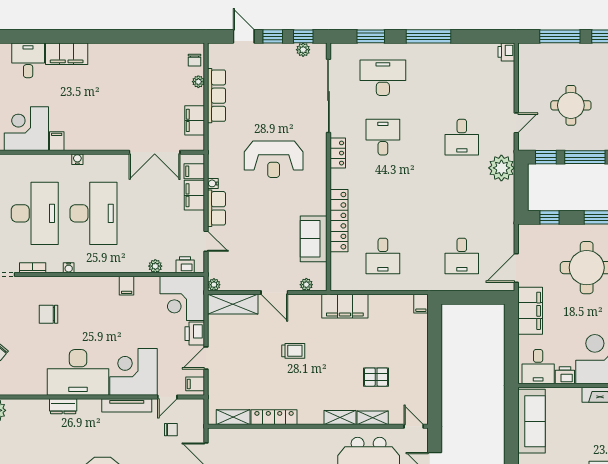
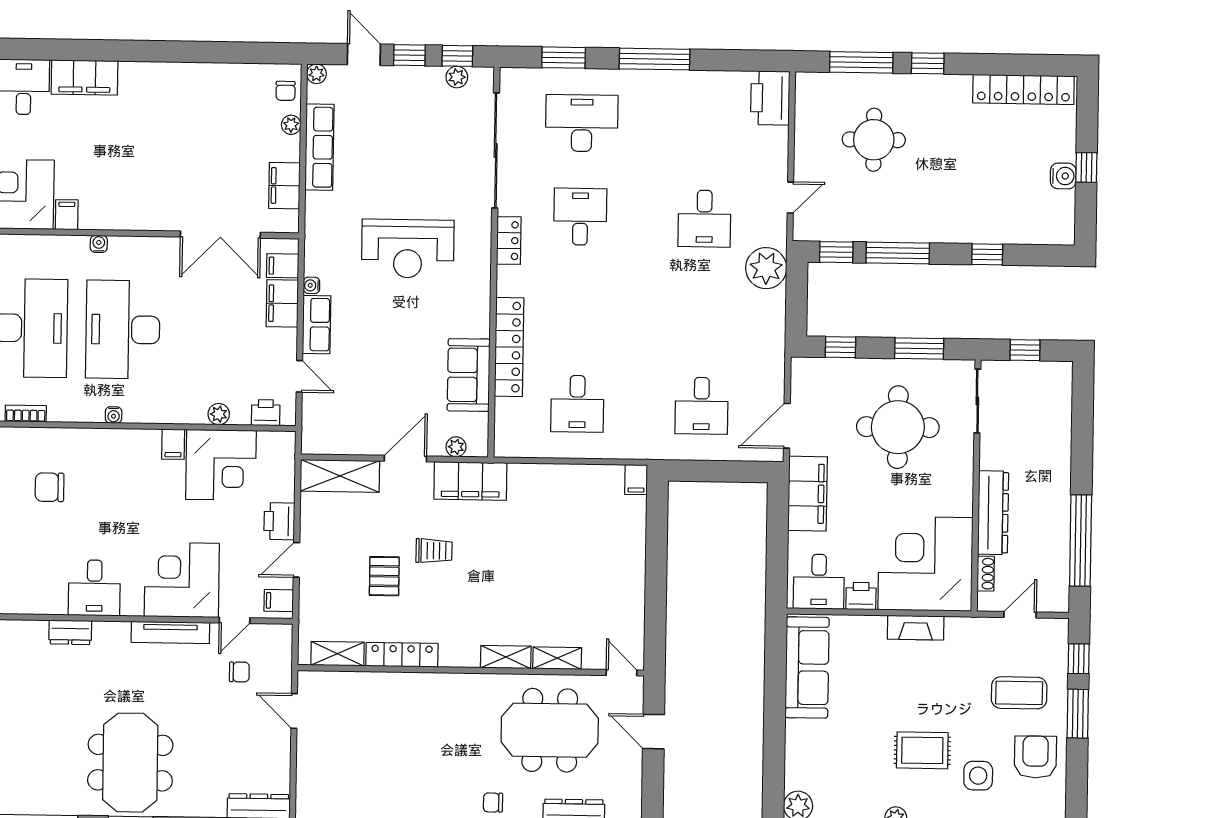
printer: (506, 52) -> (770, 98), width x1.87, depth x1.48
round table: (571, 105) -> (874, 140), moved
desk: (93, 213) -> (123, 329), turned 180
water cooler: (69, 268) -> (114, 415), moved
plant: (214, 285) -> (316, 74), moved
door: (274, 293) -> (405, 459), swing flipped
corner desk: (182, 298) -> (221, 465), moved, turned -90
filing cabinet: (345, 306) -> (470, 481), moved
desk: (78, 372) -> (94, 588), width x0.53, depth x0.77
pallet: (376, 377) -> (384, 576), moved, turned 90

